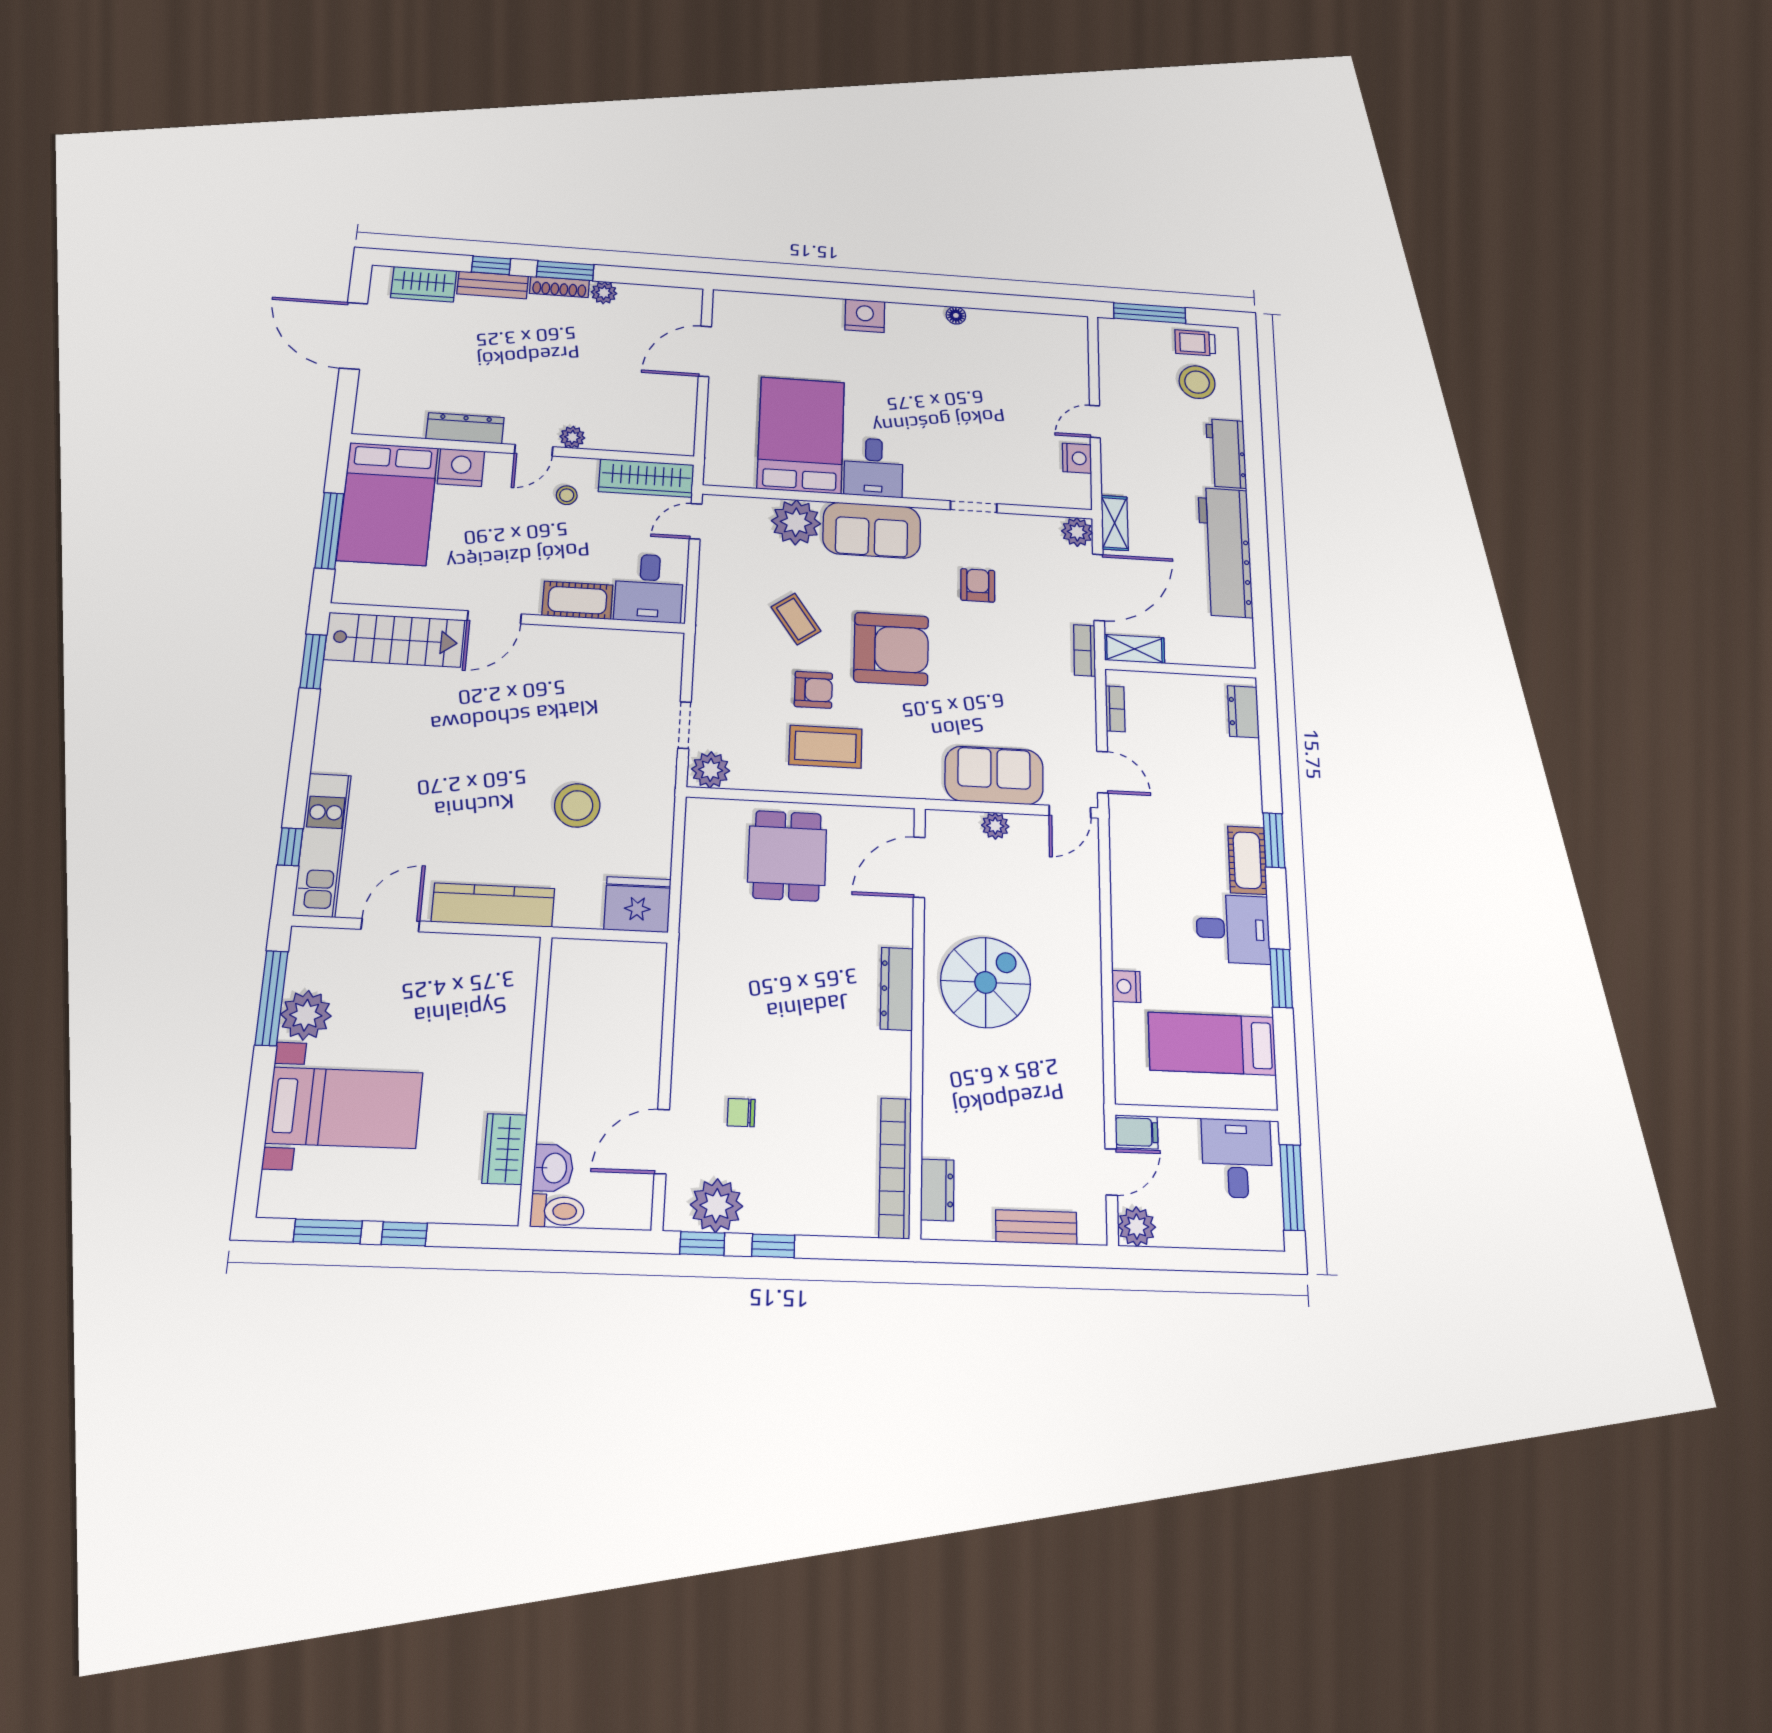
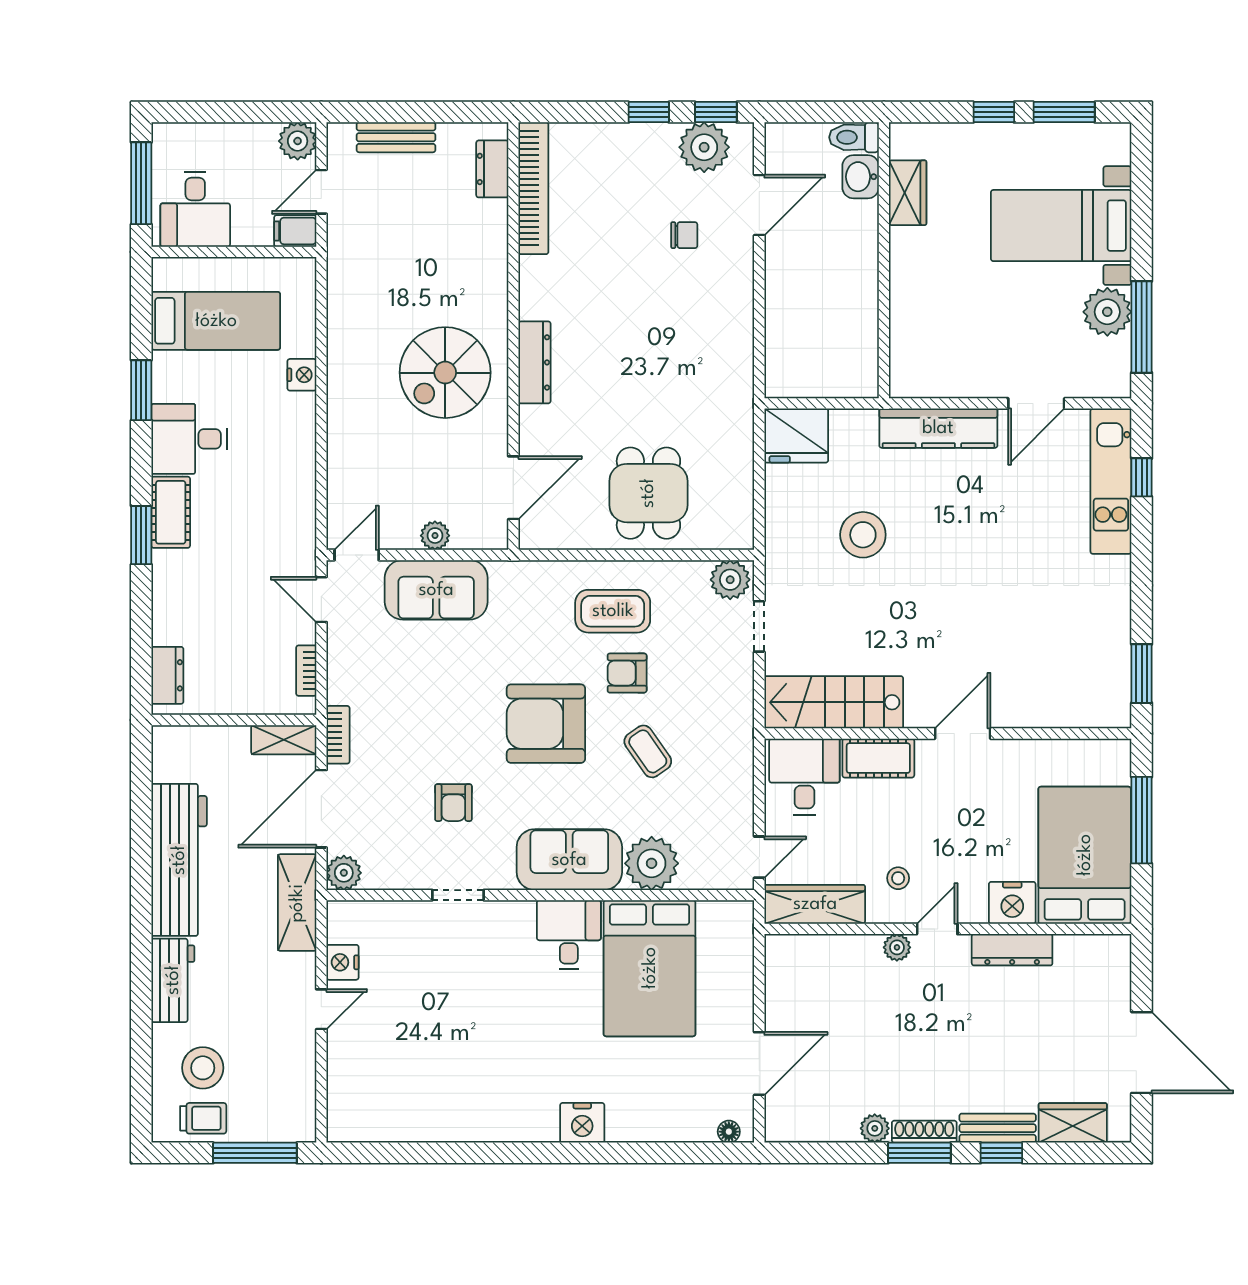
floor lamp: (956, 315) -> (729, 1132), moved
shelving: (1115, 523) -> (297, 903), width x1.50, depth x1.33
stairs: (395, 640) -> (834, 702), moved

